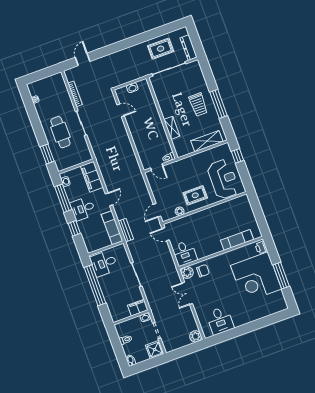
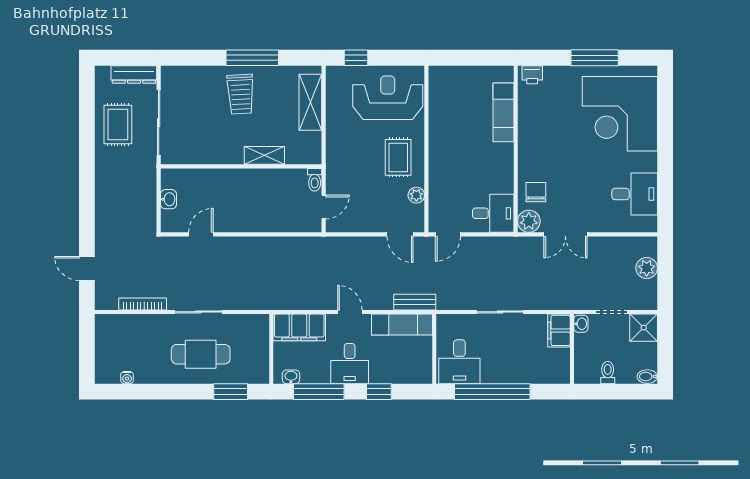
trolley: (198, 105) -> (240, 94), turned 87
corner desk: (256, 277) -> (620, 114), moved, turned 90
plant: (196, 336) -> (647, 268), moved

